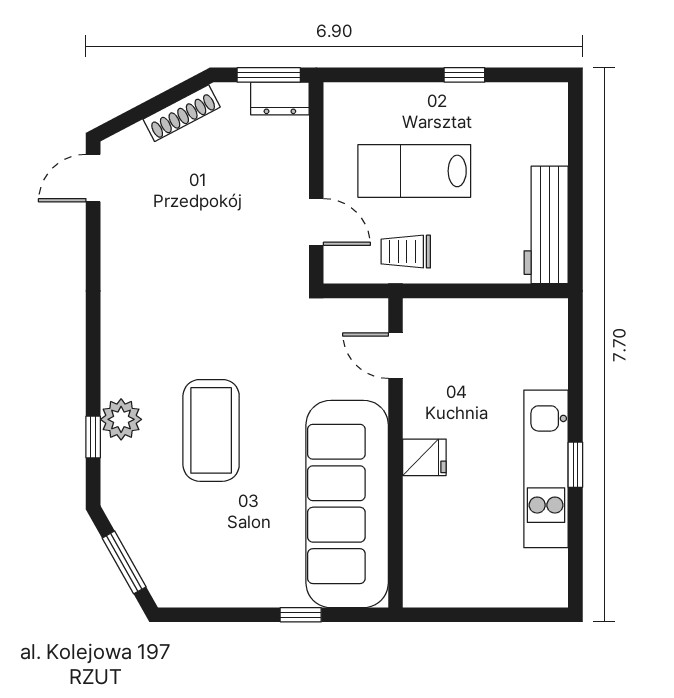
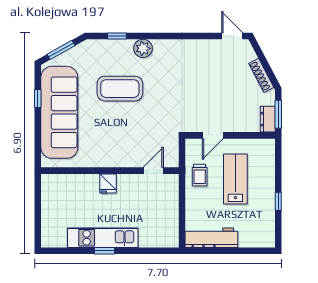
trolley: (406, 252) -> (200, 175), turned 180
plant: (121, 419) -> (143, 48), moved
sofa: (347, 504) -> (59, 112), moved, turned 90
window: (301, 615) -> (38, 99), moved

